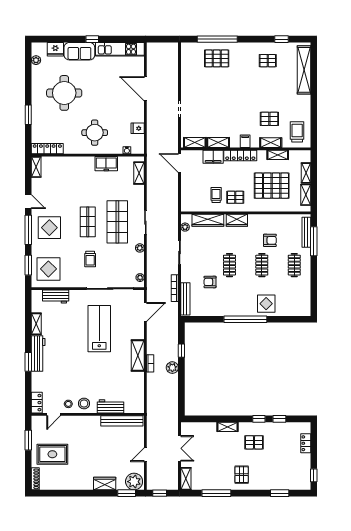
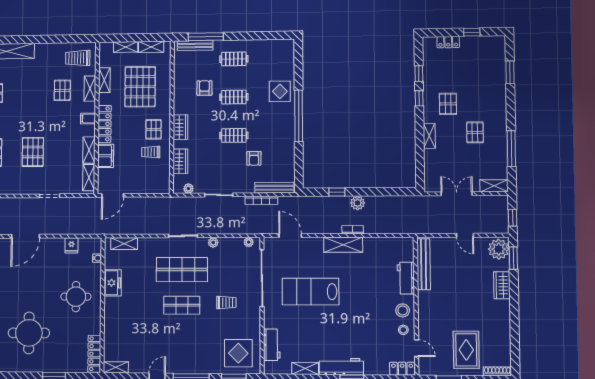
pallet: (217, 94) -> (33, 152), added
wardrobe: (208, 220) -> (180, 161), width x0.67
display table: (49, 228) -> (188, 352), removed
pallet: (242, 475) -> (475, 132), moved, turned 90
window: (314, 475) -> (472, 32), moved

